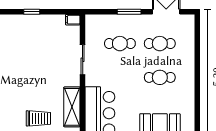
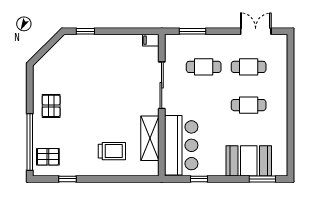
window: (32, 12) -> (85, 31), moved
window: (129, 12) -> (193, 31), moved
sliding door: (83, 60) -> (162, 85), width x1.37

